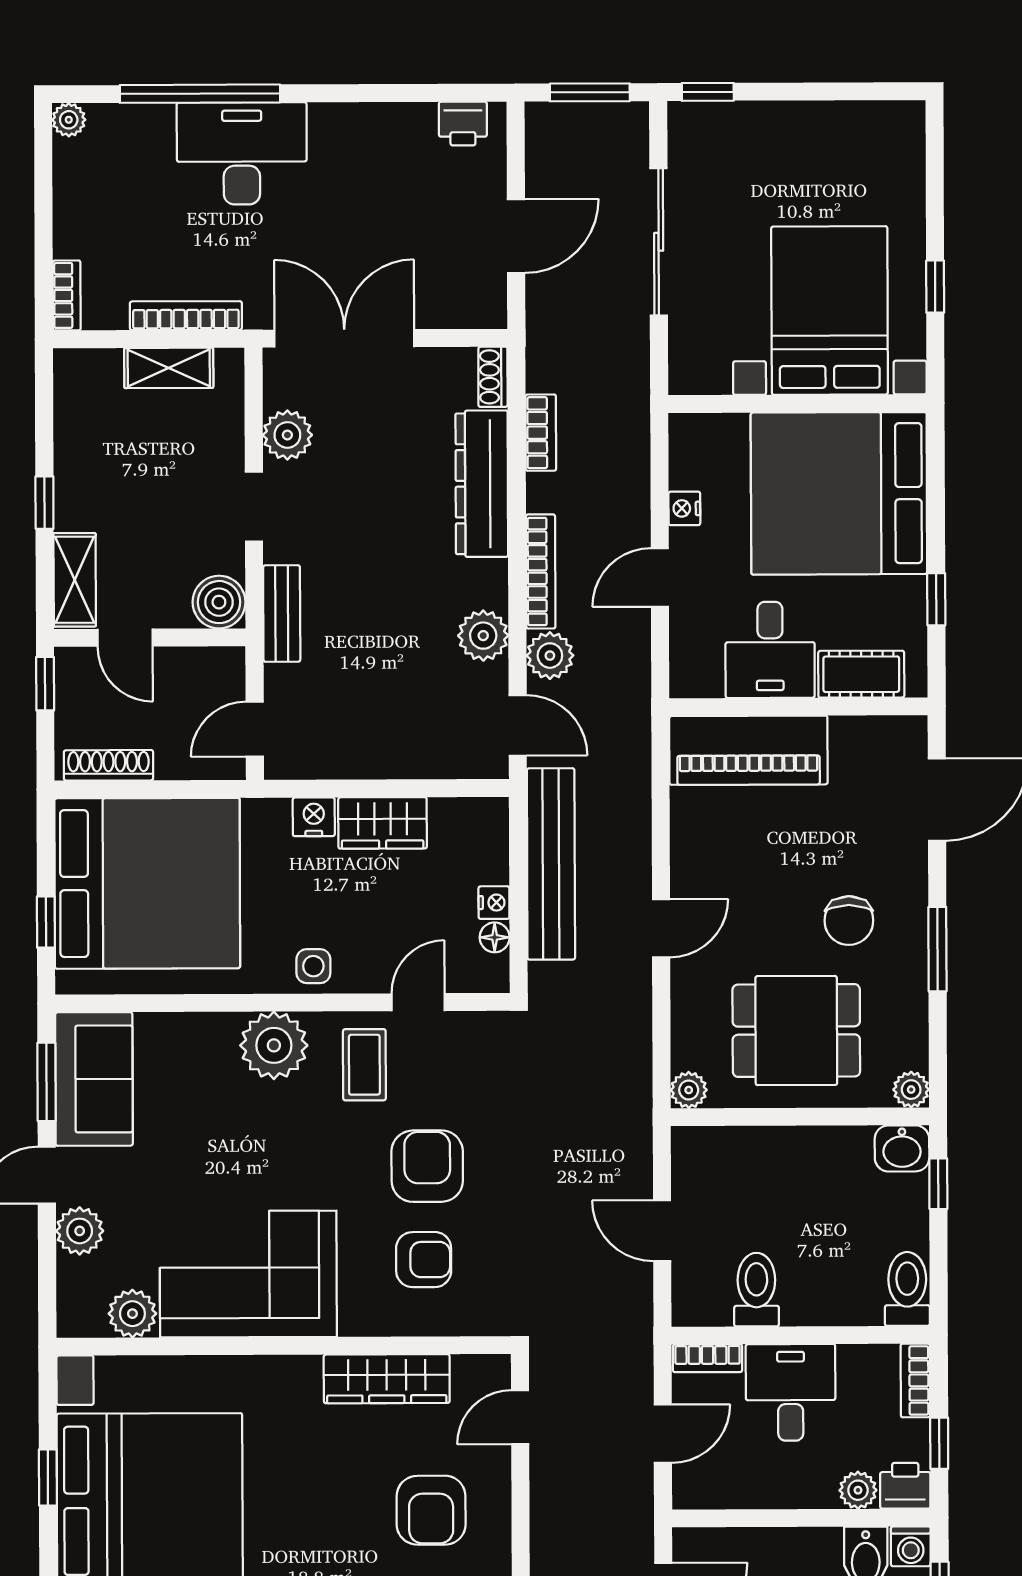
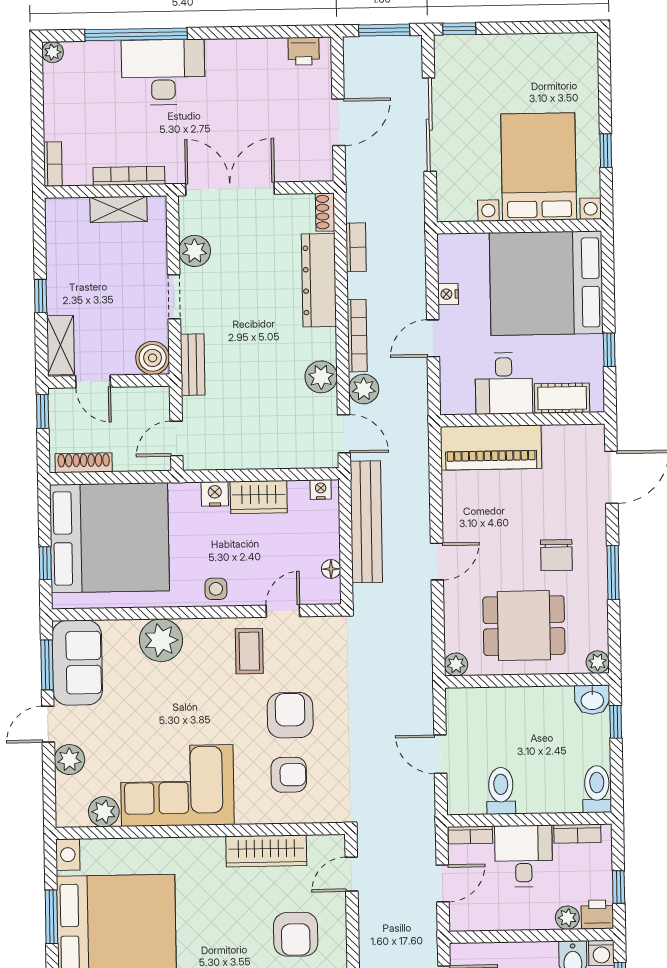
nightstand: (494, 903) -> (321, 489), moved, turned -90
plant: (274, 1045) -> (161, 640), moved
bookcase: (915, 1380) -> (577, 834), moved, turned -90
window: (48, 1477) -> (51, 917), width x1.50

